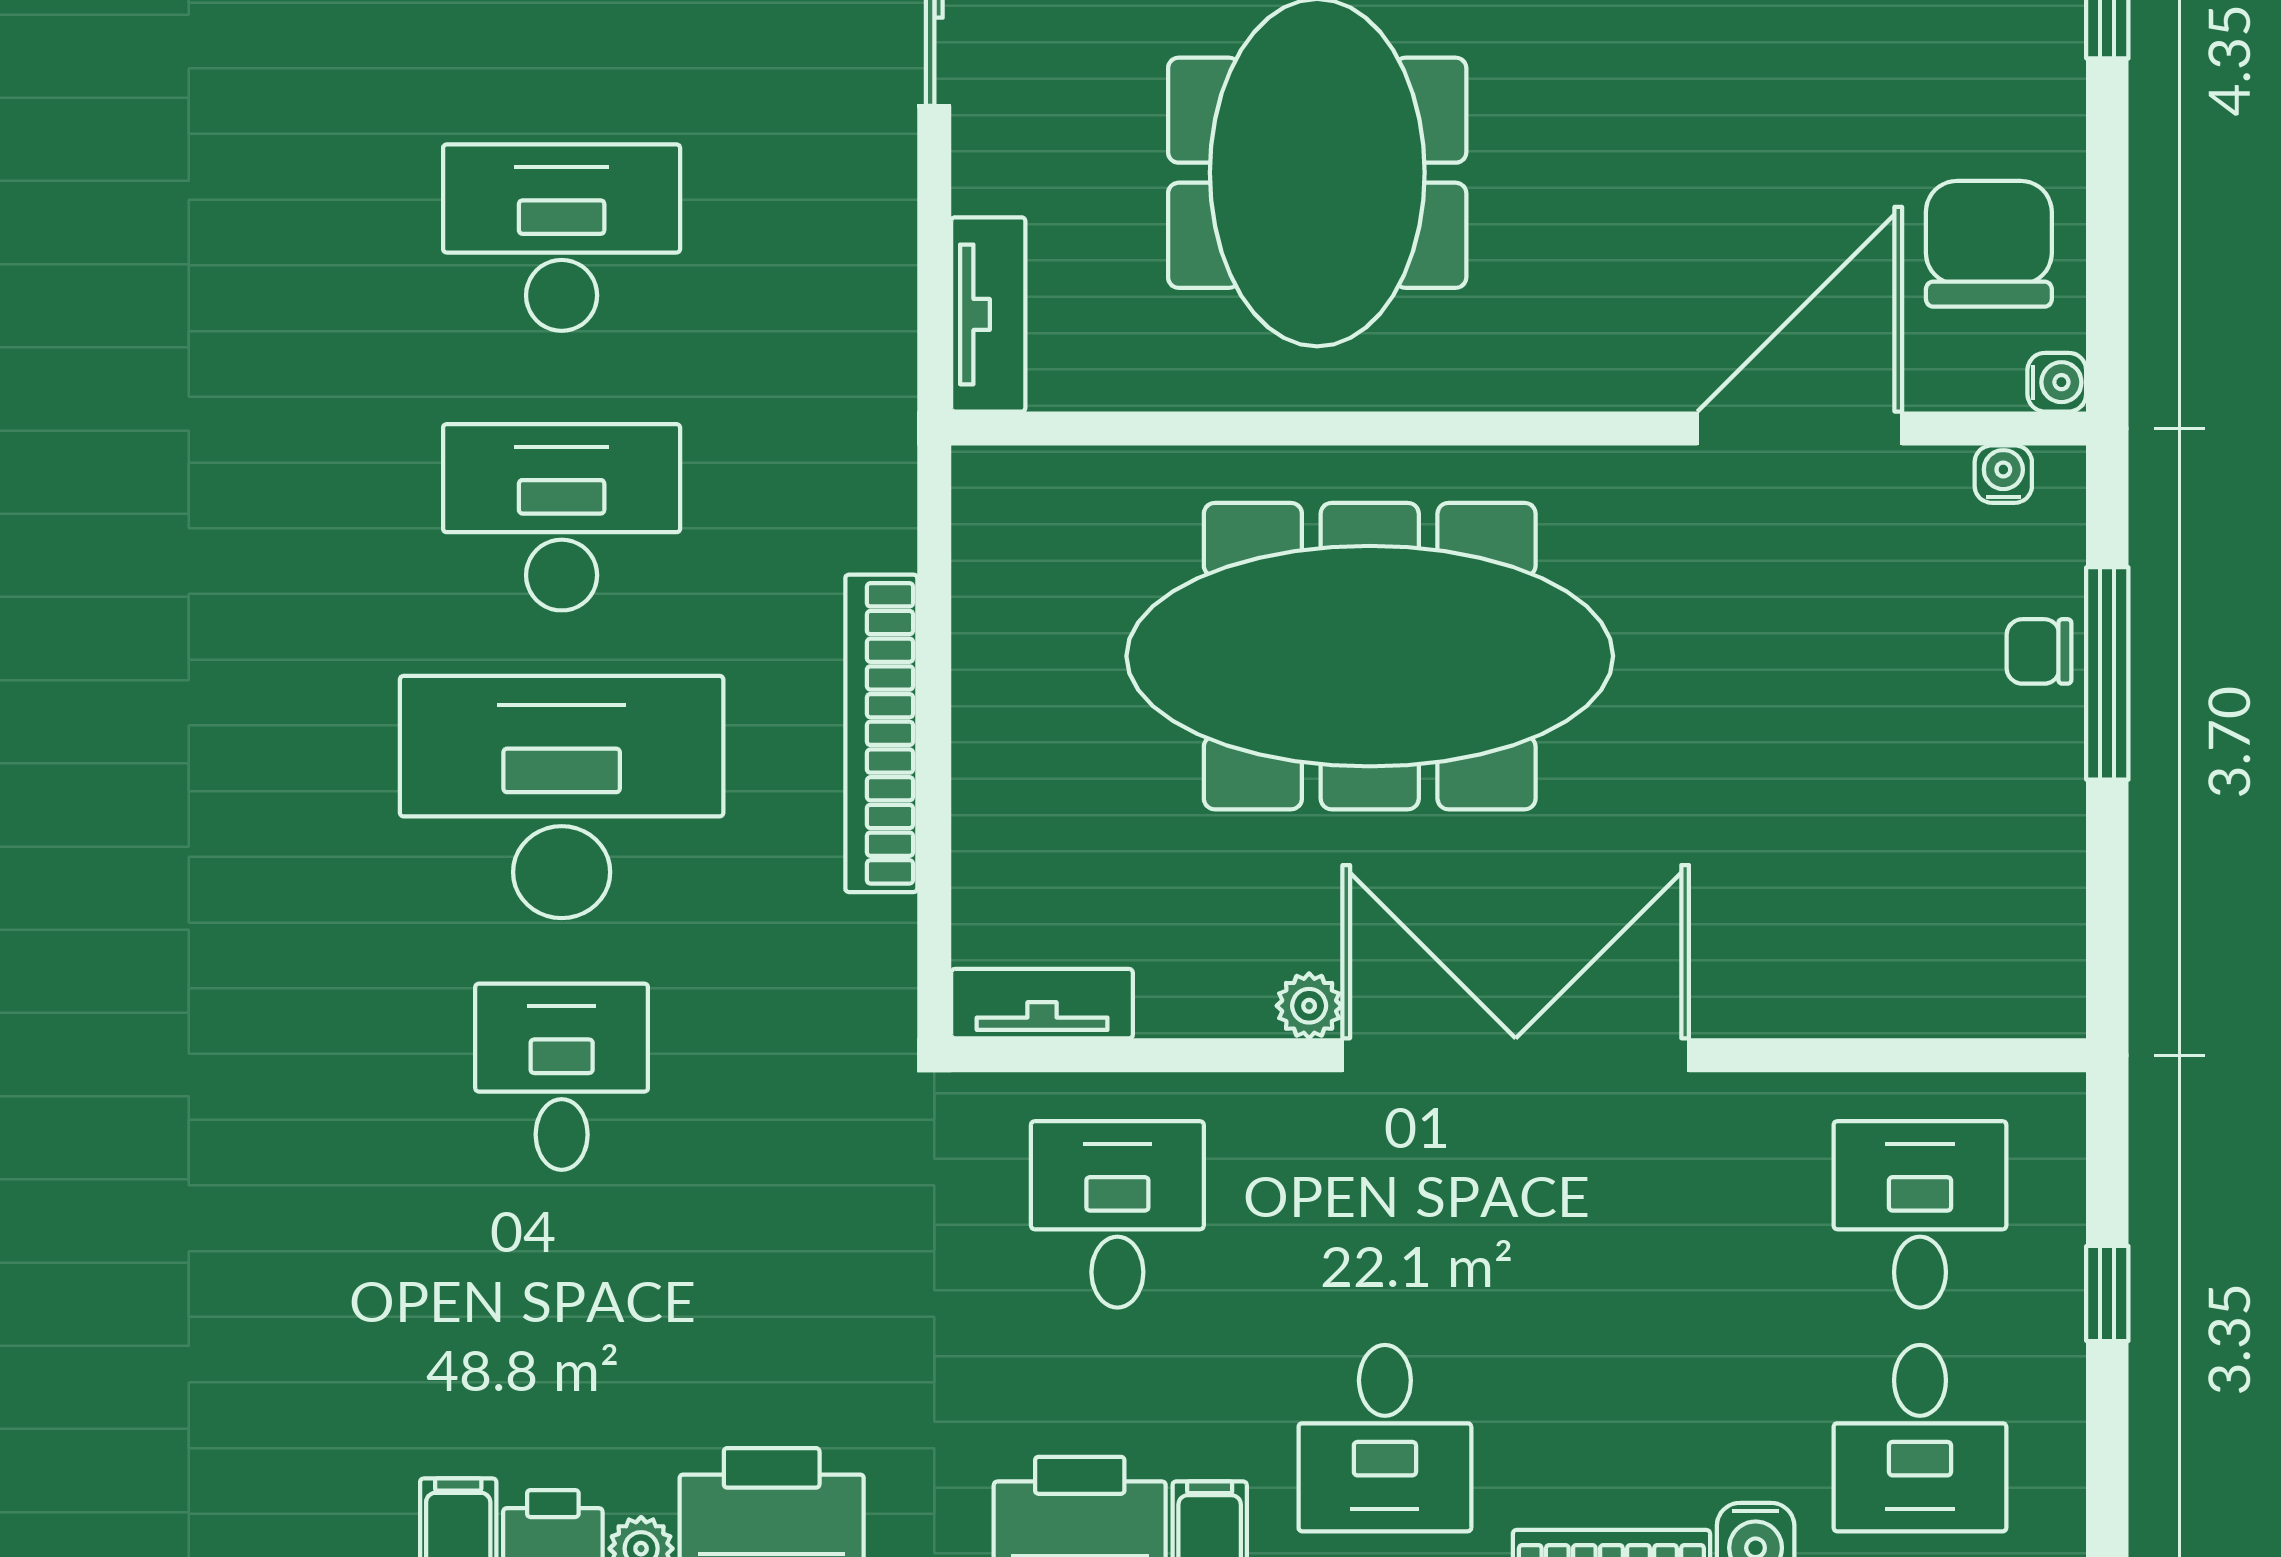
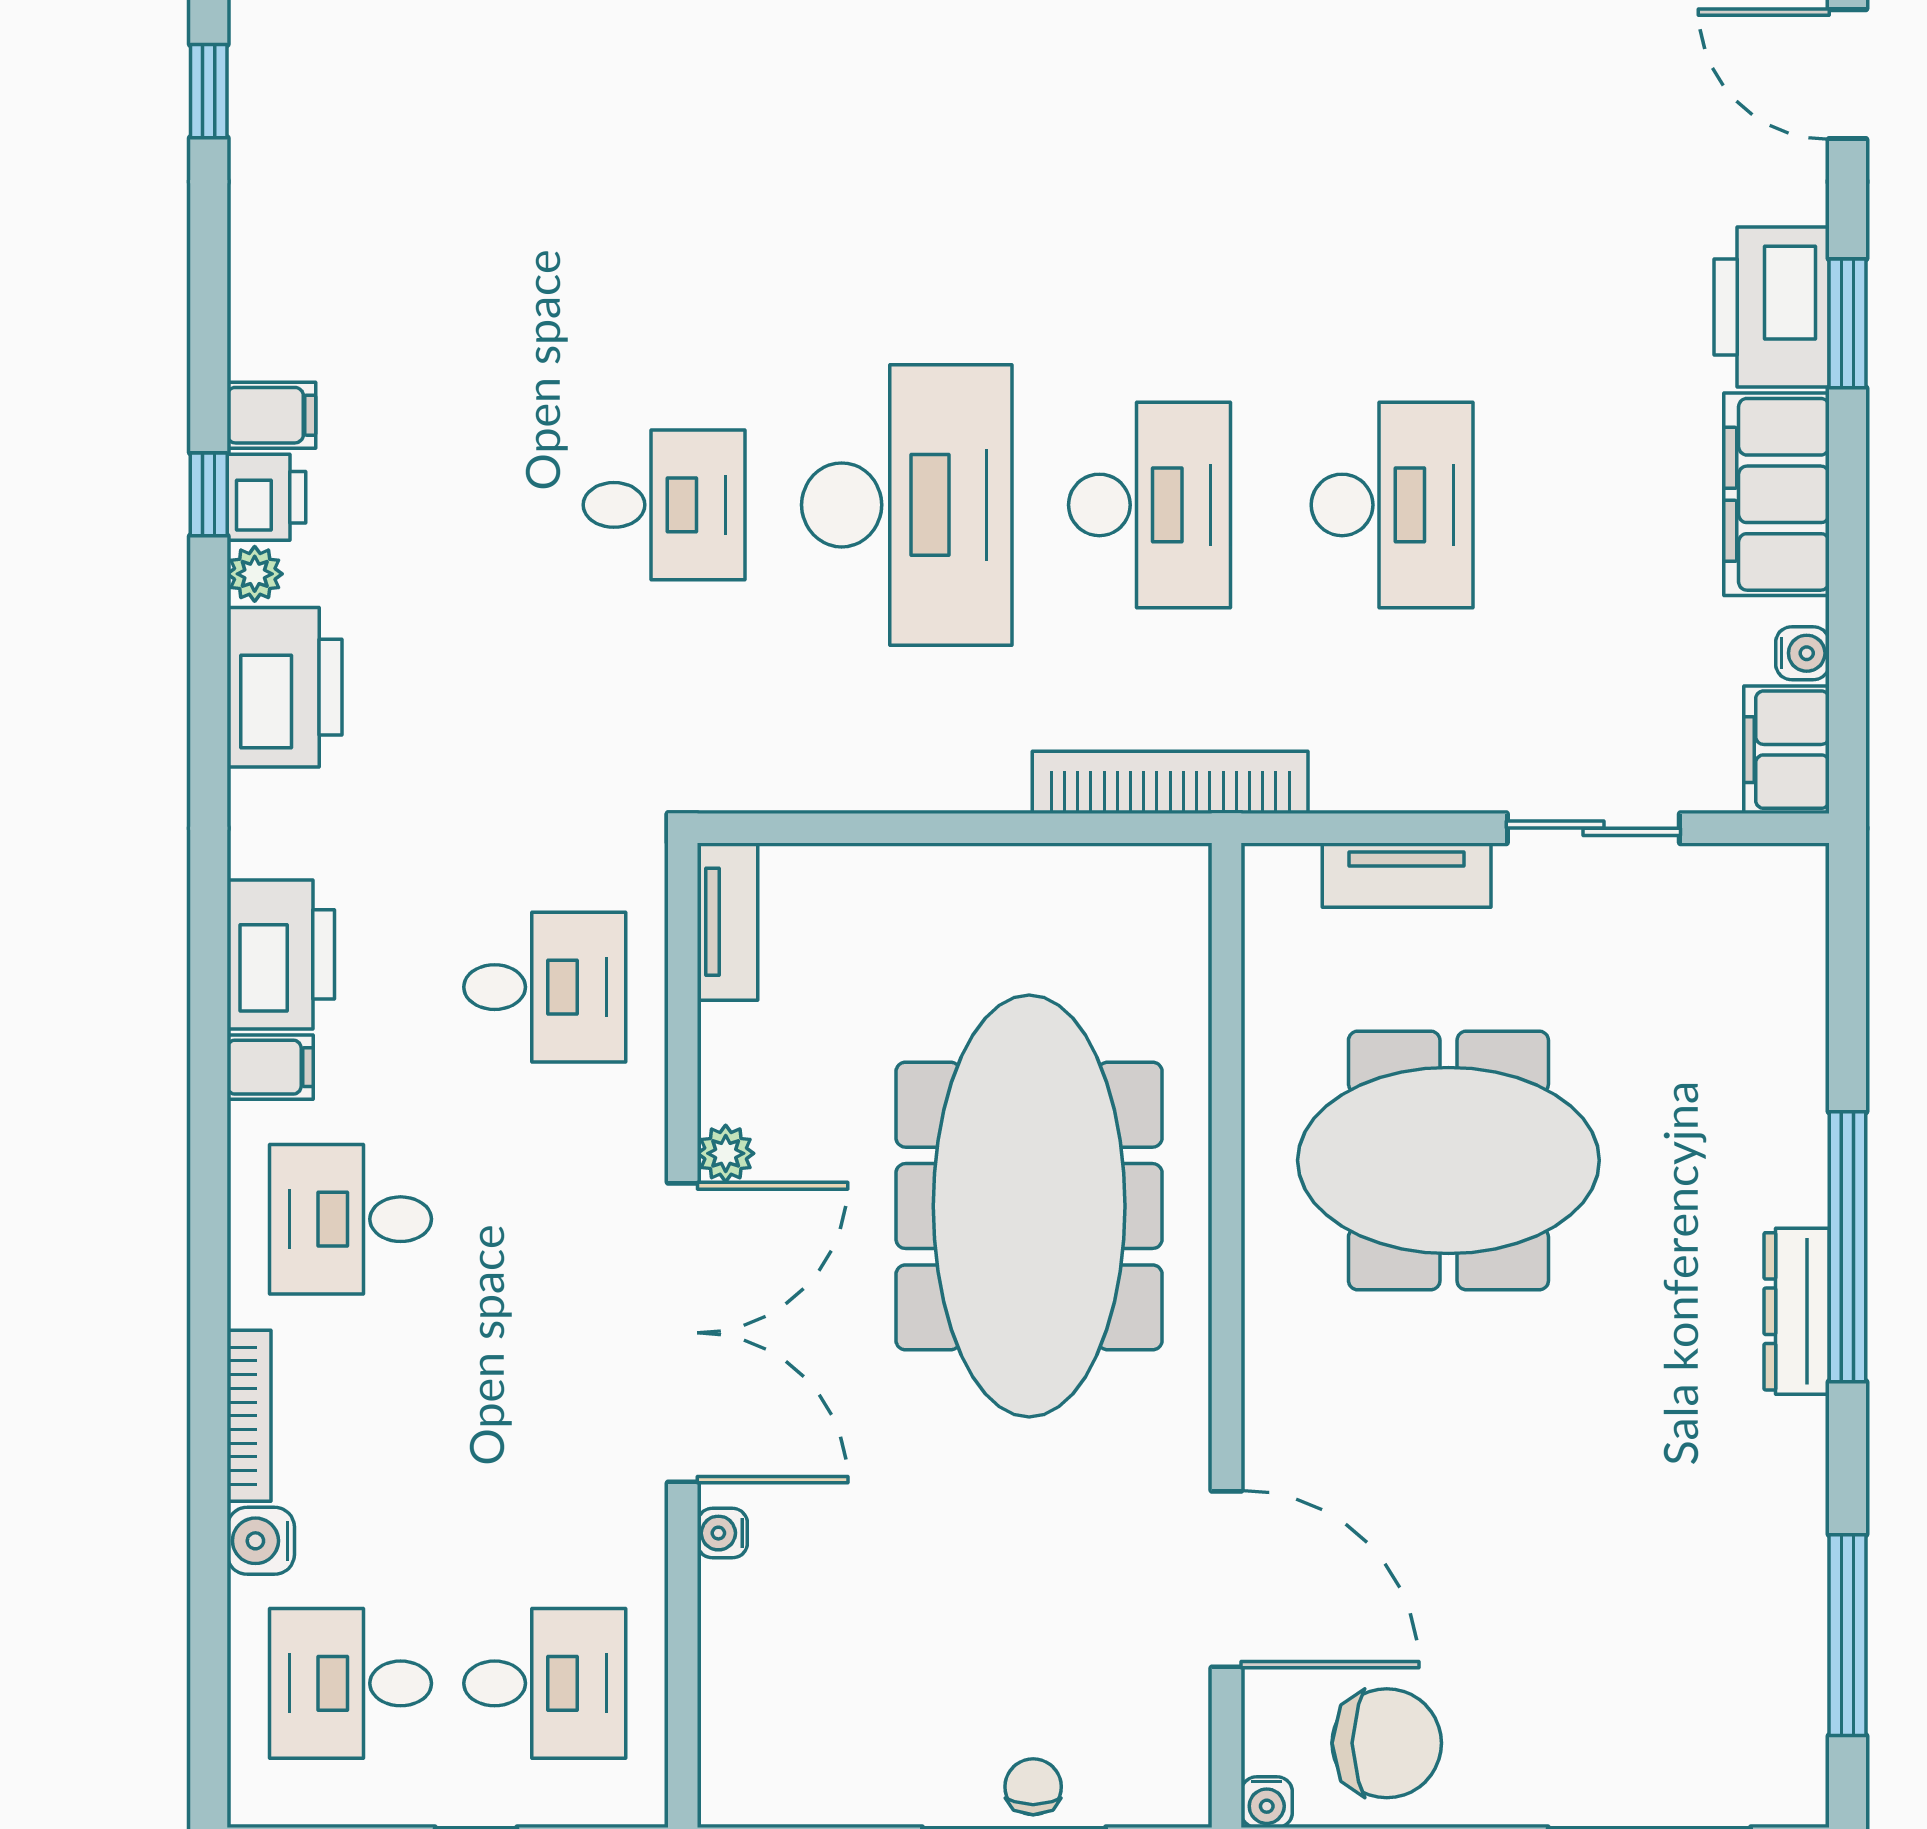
tv unit: (988, 314) -> (1407, 875), moved
water cooler: (2003, 474) -> (722, 1533), moved, turned 180
bookcase: (881, 733) -> (1170, 782), moved

